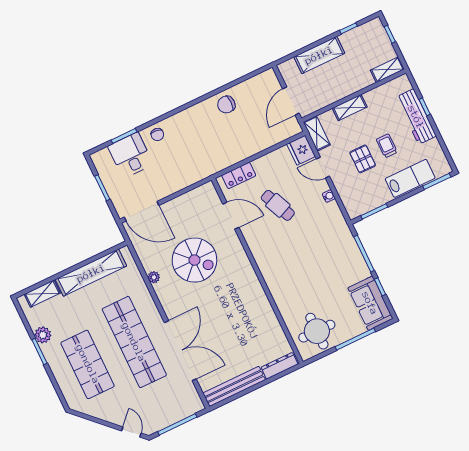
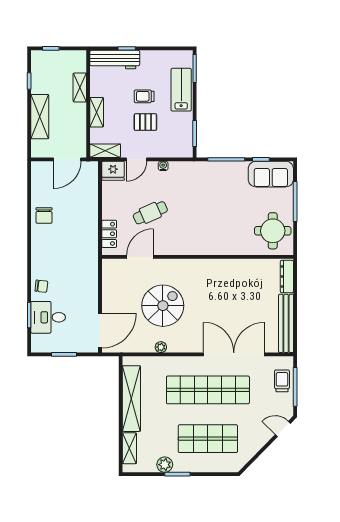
shelving: (387, 70) -> (80, 87), moved
door: (291, 101) -> (67, 159), hinge flipped
workbench: (416, 117) -> (115, 60), moved
trolley: (177, 409) -> (282, 381), added

